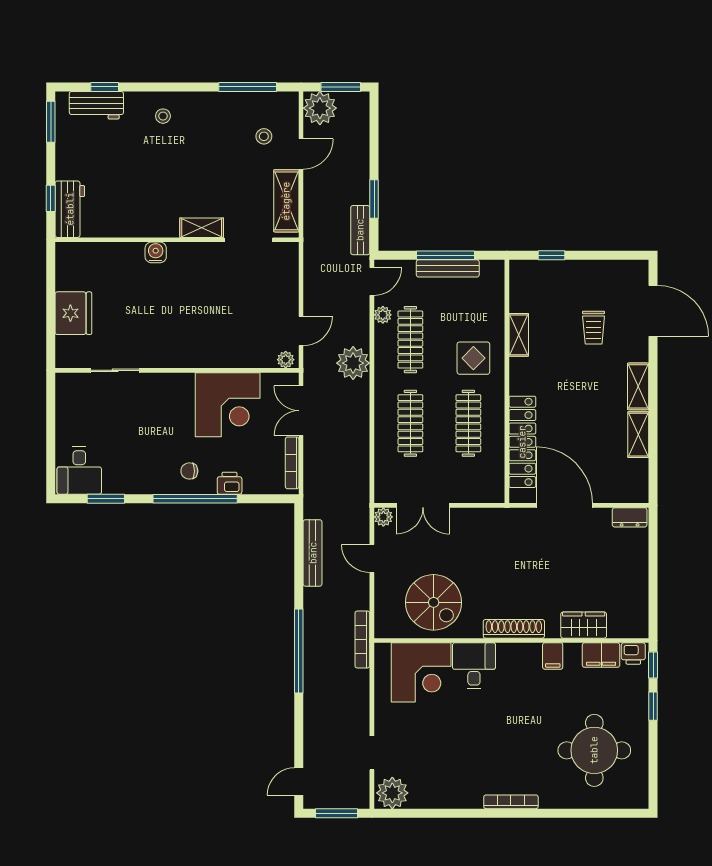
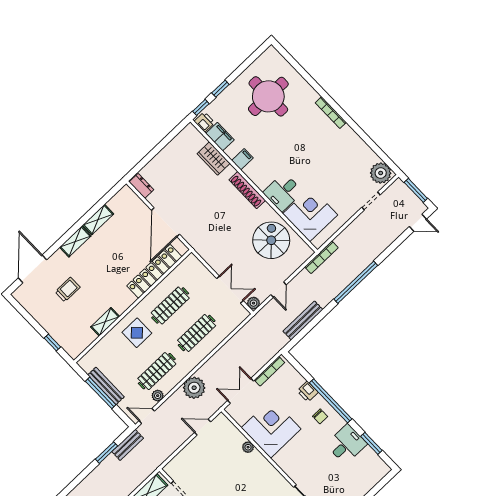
plant: (286, 360) -> (248, 447), moved
double door: (301, 411) -> (241, 391), swing flipped
desk: (79, 471) -> (346, 444), moved

